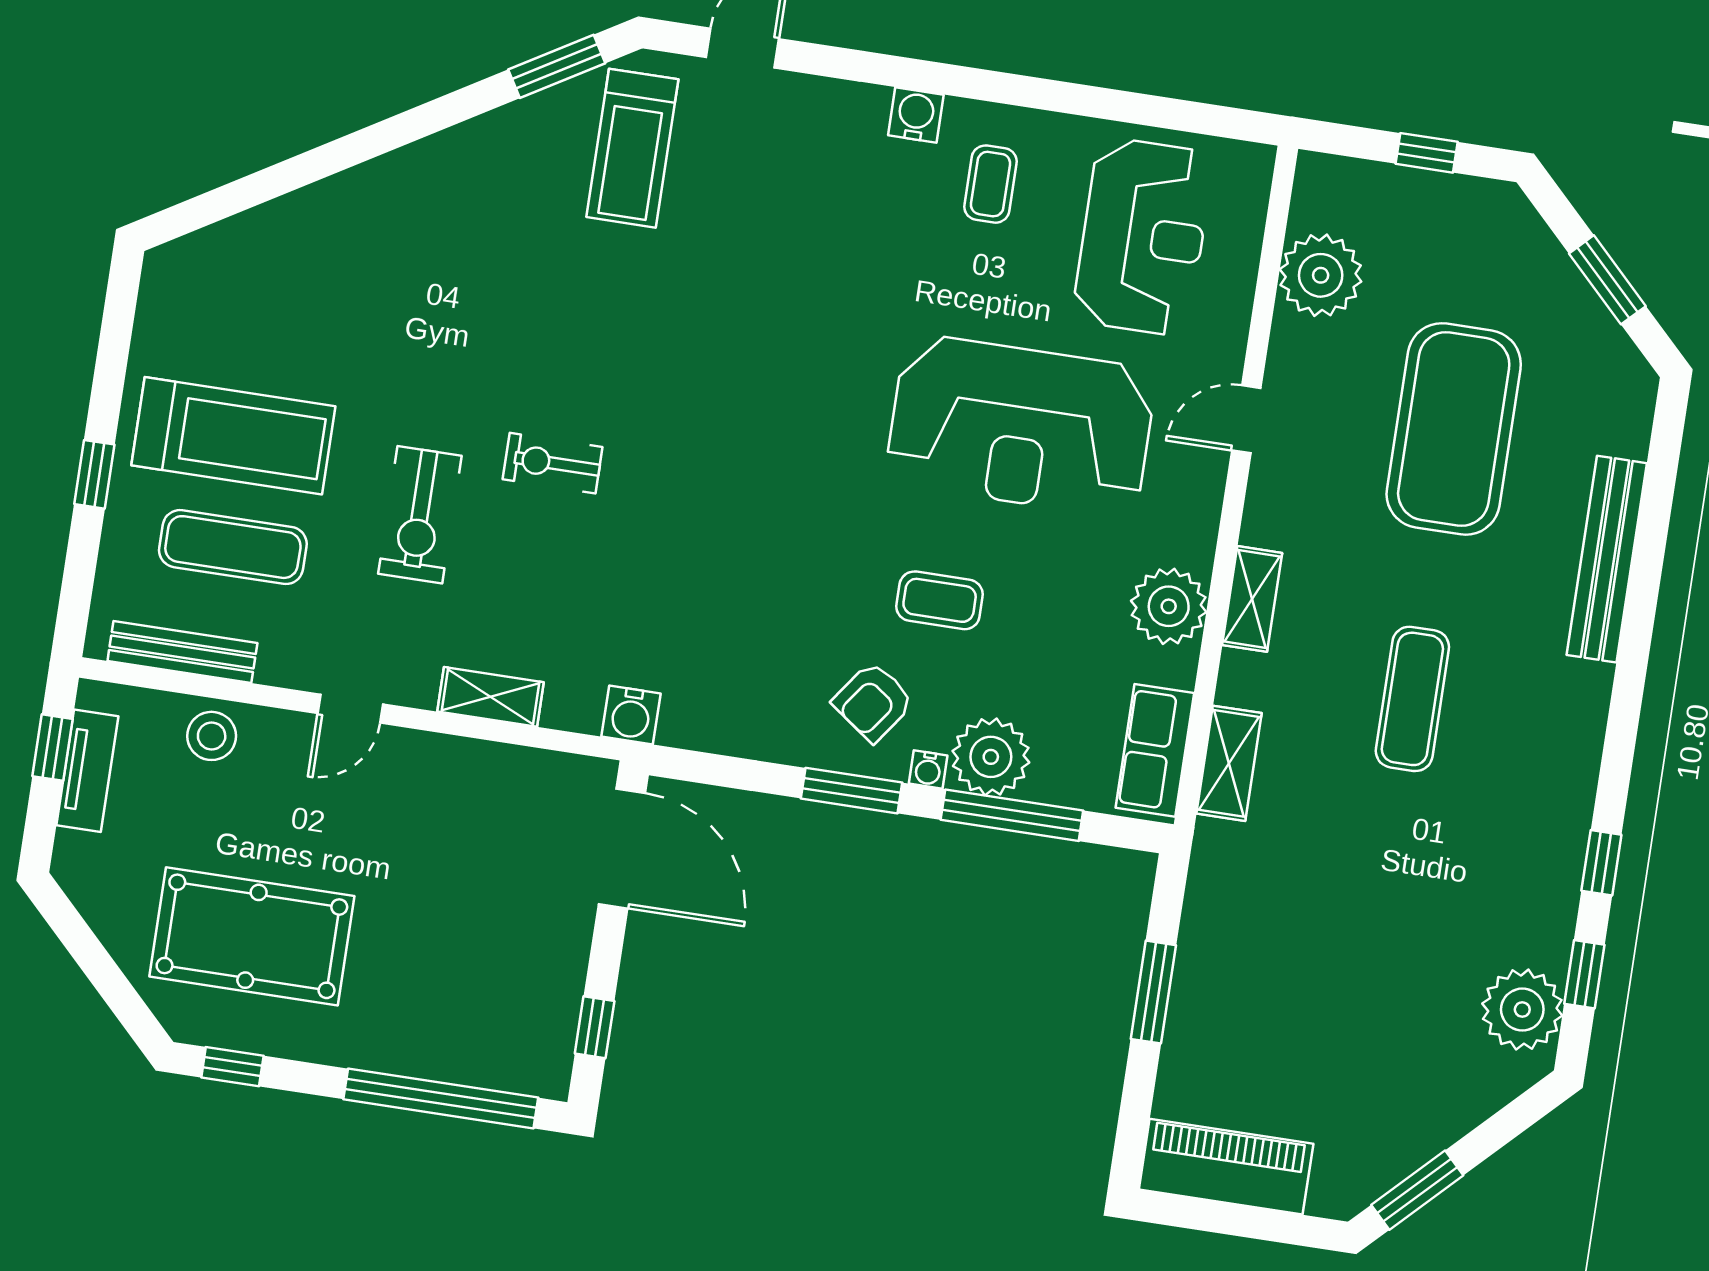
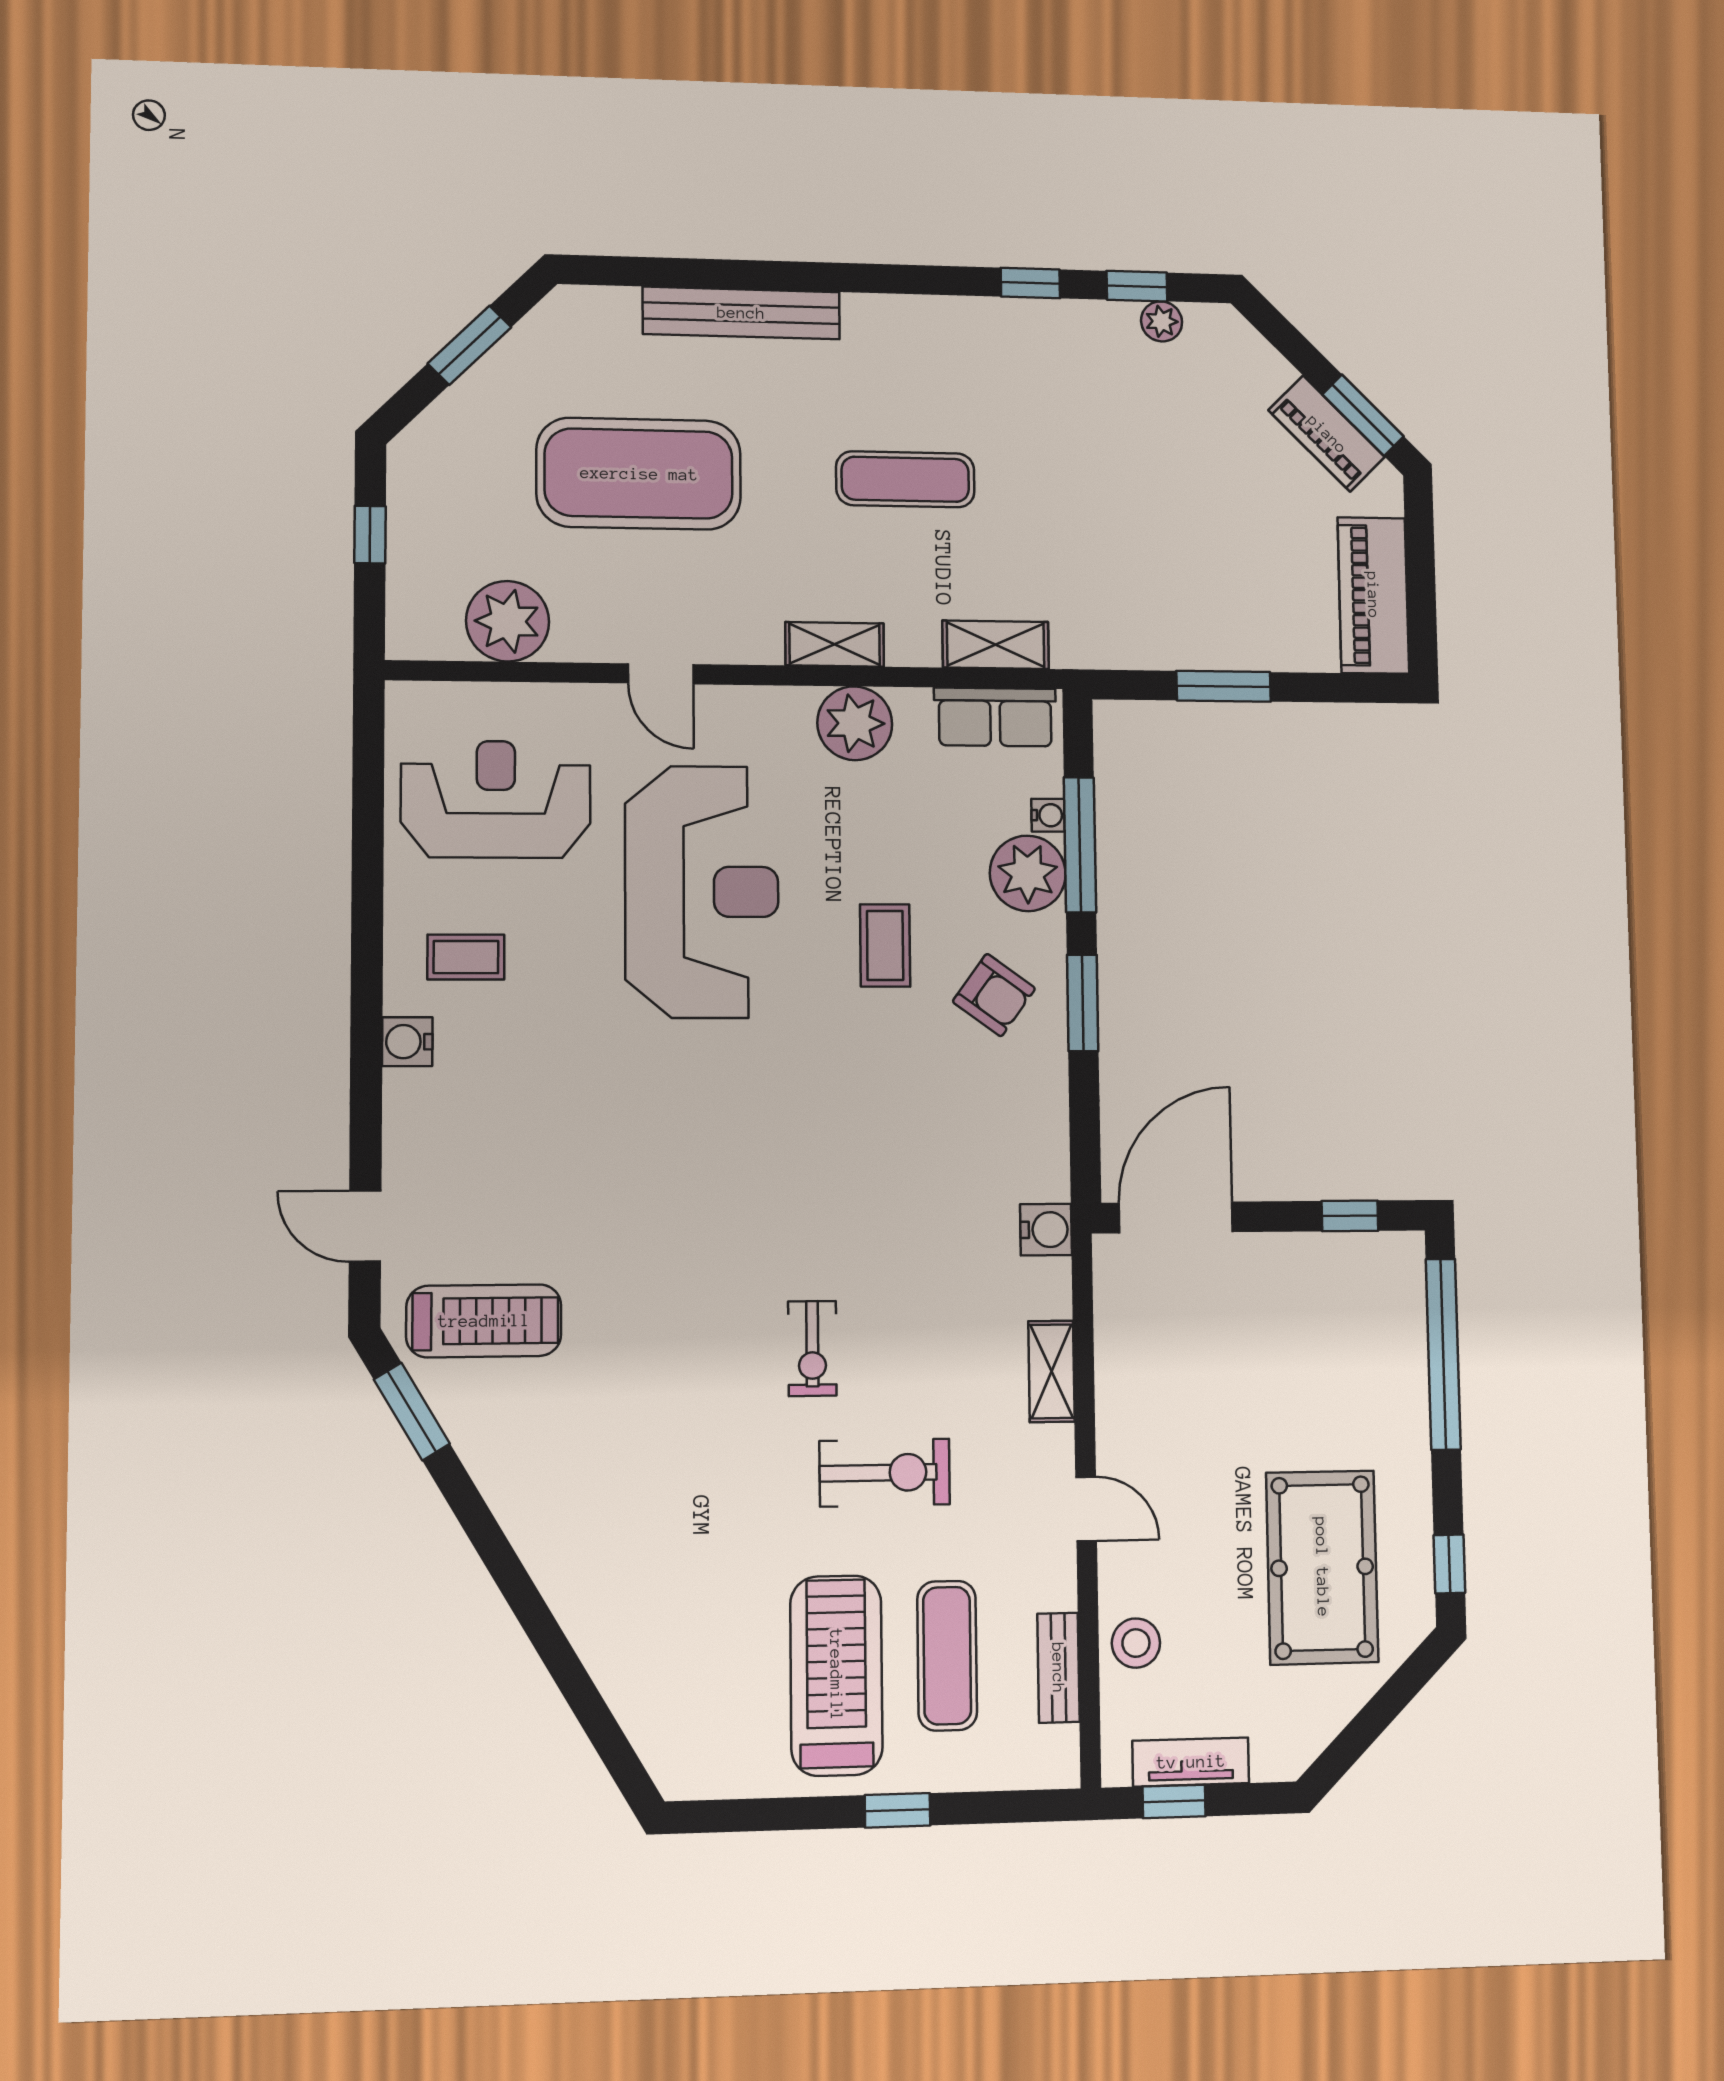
bench: (182, 652) -> (1058, 1668), width x0.73
water cooler: (928, 769) -> (1048, 815), moved
plant: (1522, 1010) -> (1162, 321), width x0.53, depth x0.53
piano: (1403, 1148) -> (1327, 434), added

